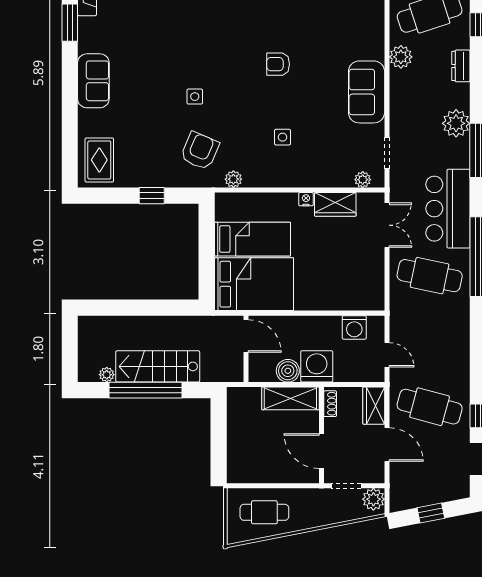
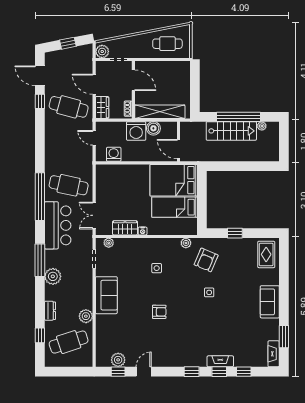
shelving: (290, 398) -> (160, 112), width x1.47

